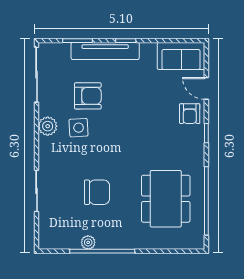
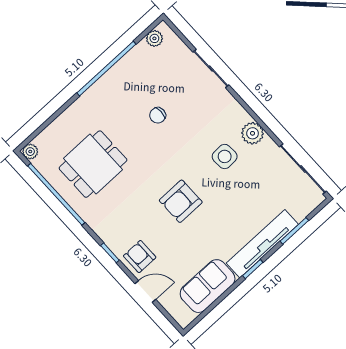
sofa: (181, 56) -> (208, 286), moved
armchair: (88, 96) -> (181, 201), moved
chair: (97, 192) -> (158, 115), width x0.54, depth x0.54
dining table: (166, 199) -> (93, 164), width x0.73
plant: (88, 242) -> (154, 38), moved
plant: (198, 243) -> (30, 152), added

